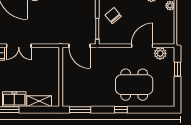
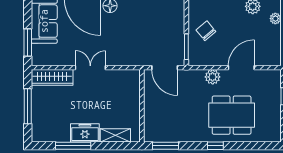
double door: (19, 46) -> (90, 68), swing flipped
plant: (160, 53) -> (213, 77), moved

